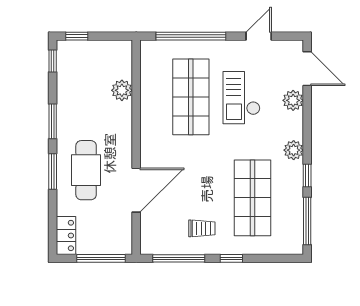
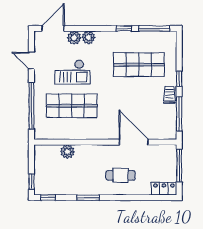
plant: (294, 150) -> (88, 37), moved
cafe table: (86, 170) -> (120, 175), width x0.73, depth x0.74
window: (53, 171) -> (121, 198), removed
trolley: (202, 228) -> (169, 95), moved

